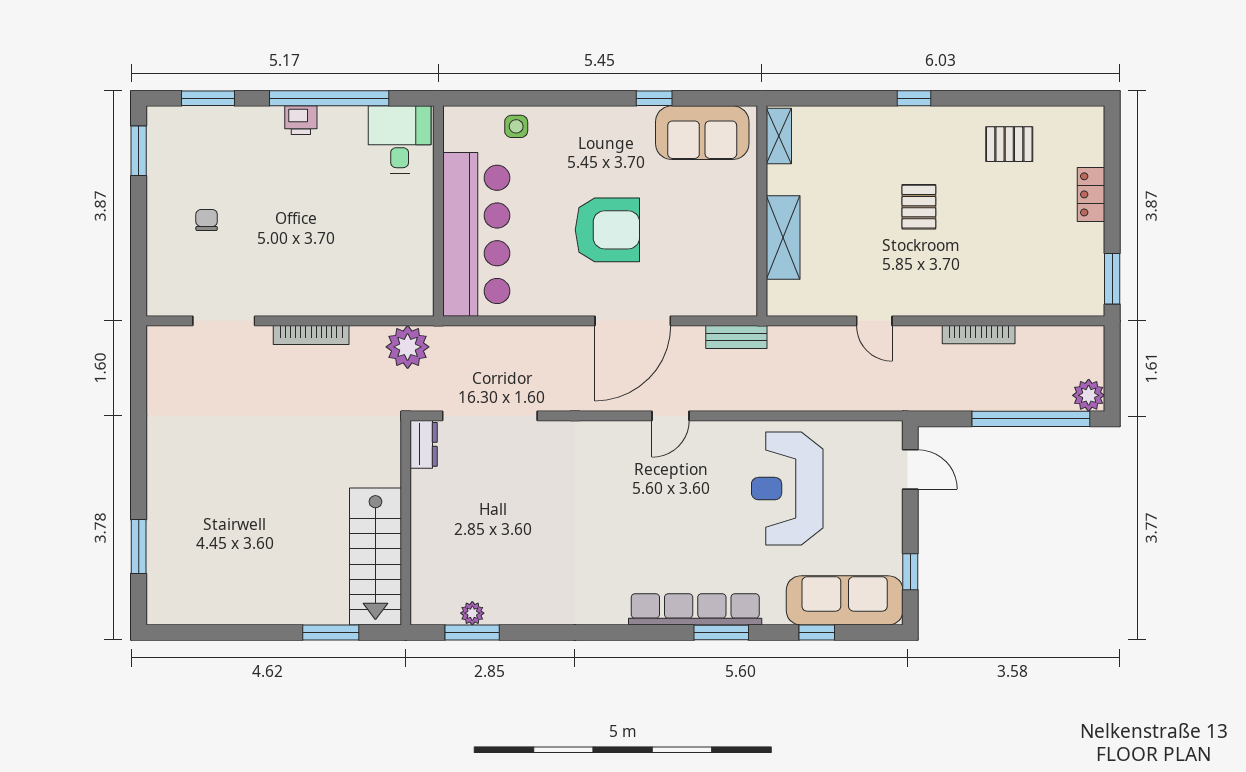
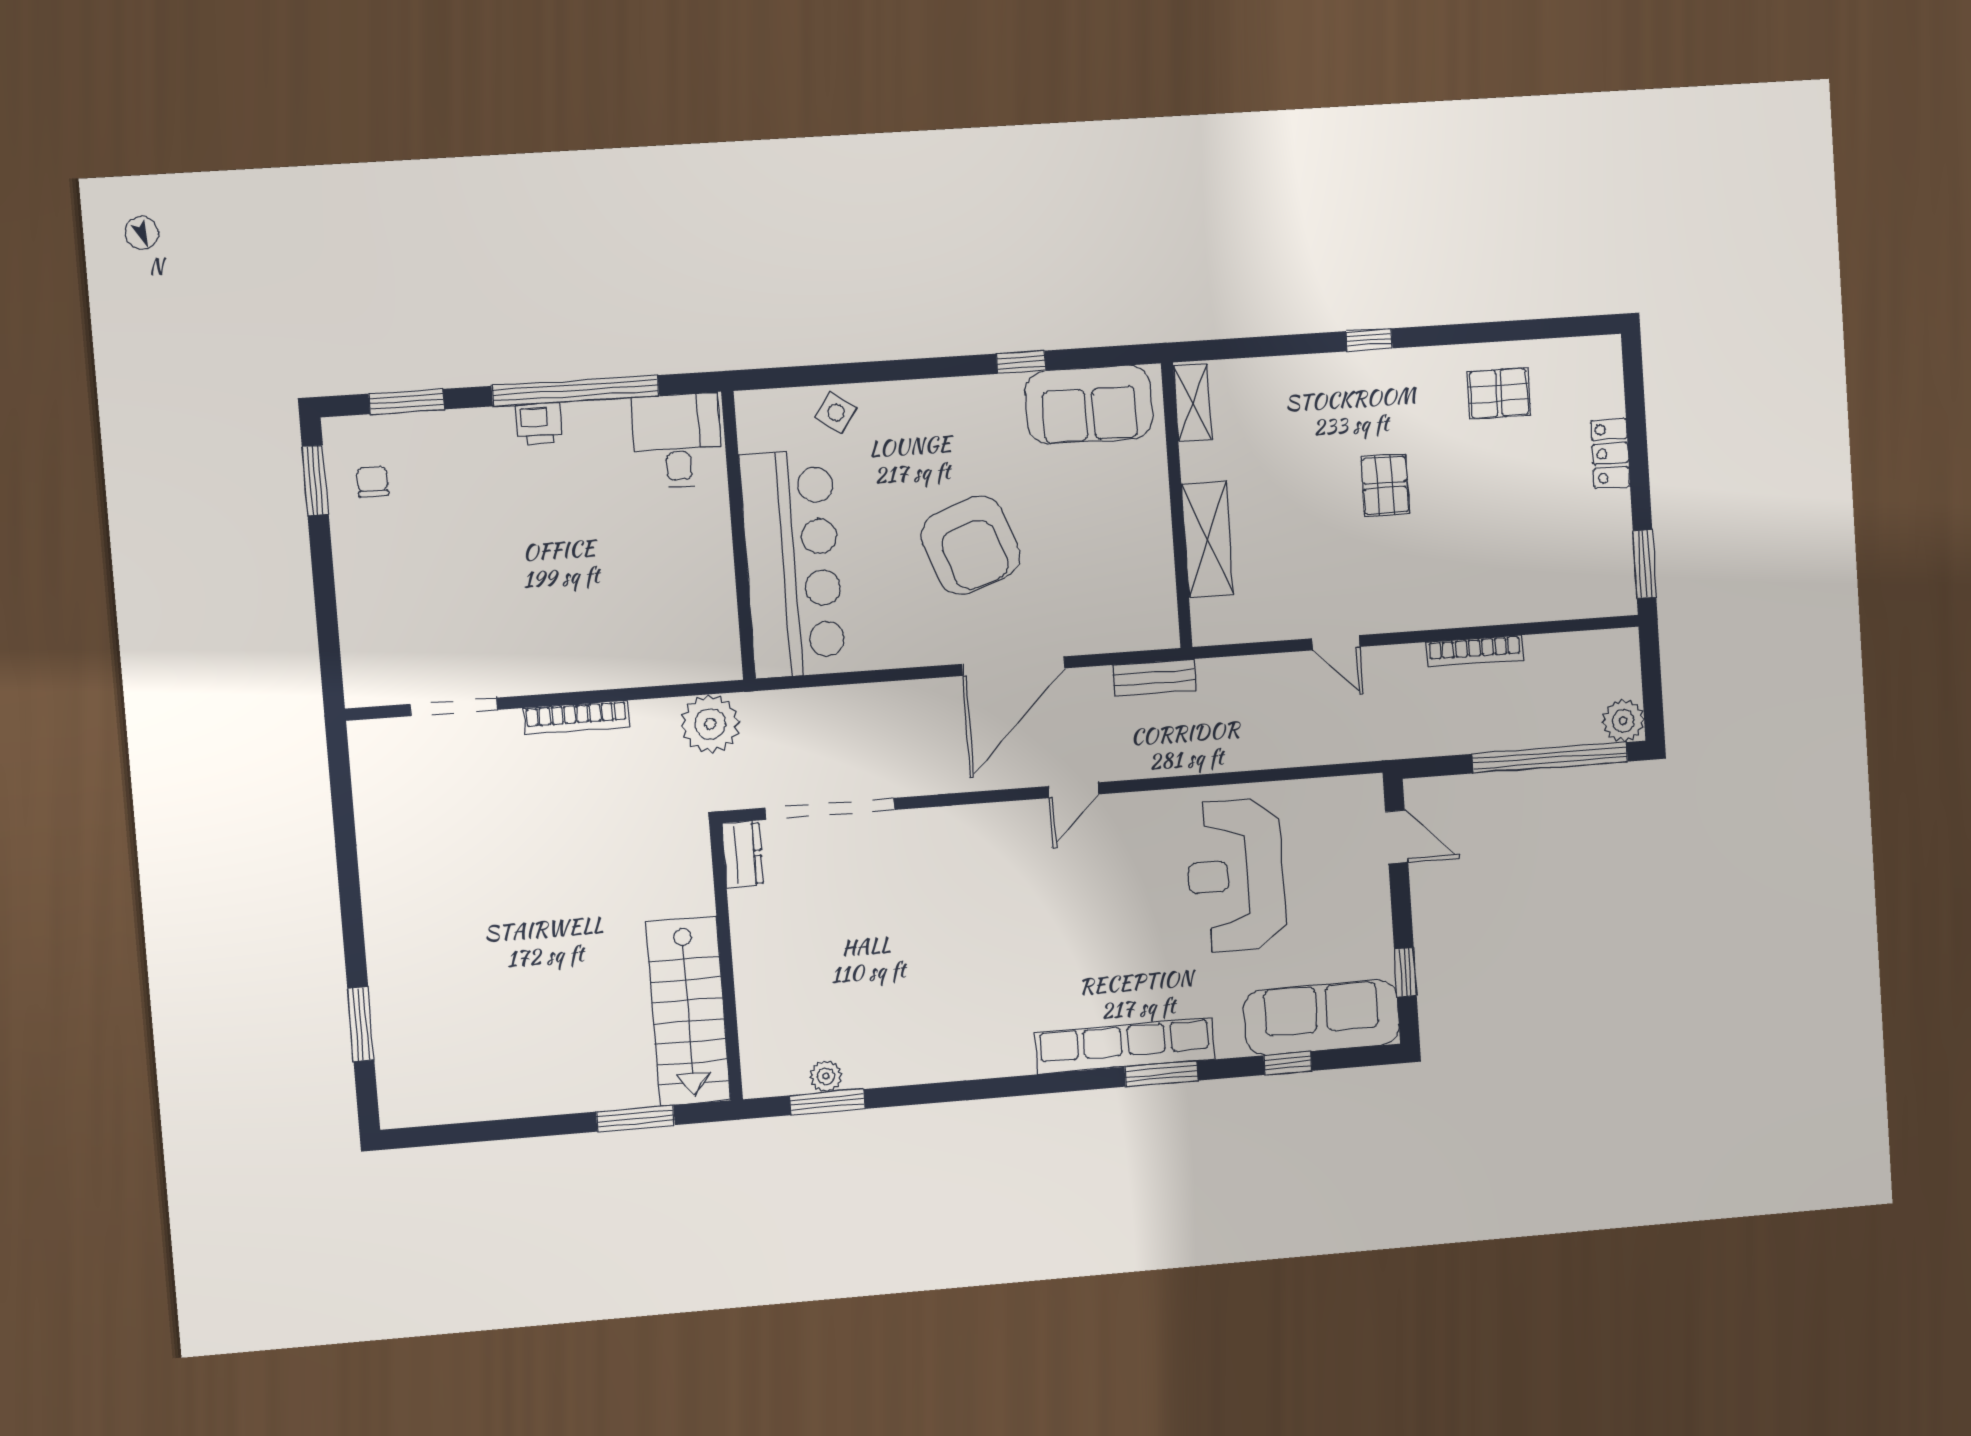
side table: (516, 126) -> (836, 413), turned 34
chair: (207, 220) -> (373, 482), moved
armchair: (607, 230) -> (971, 545), turned 70

